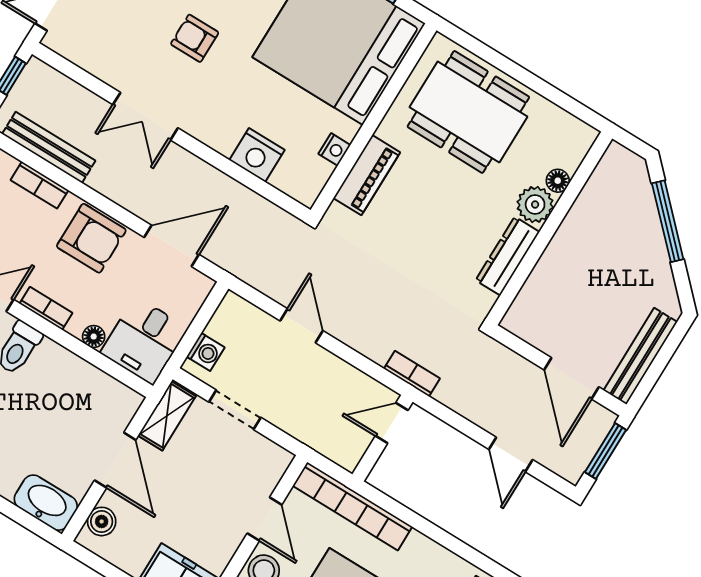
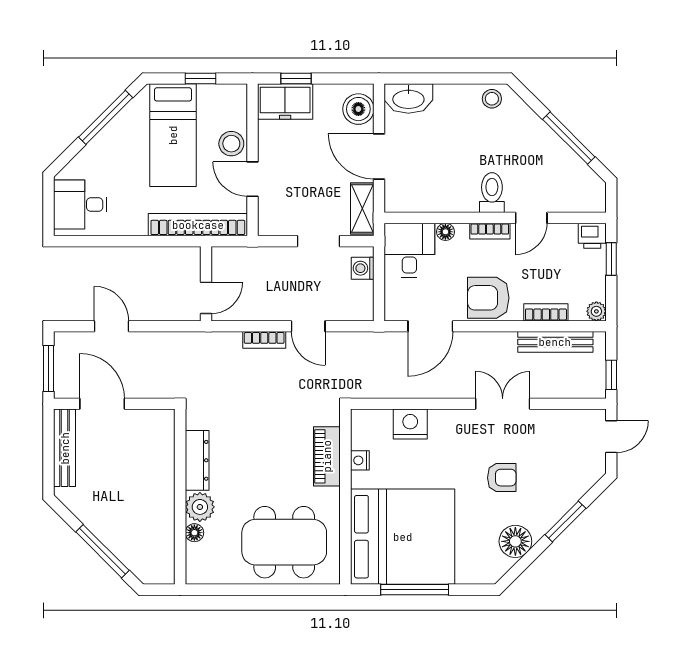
bookcase: (412, 374) -> (264, 340), moved
boiler: (102, 521) -> (358, 109), width x1.36, depth x1.36

